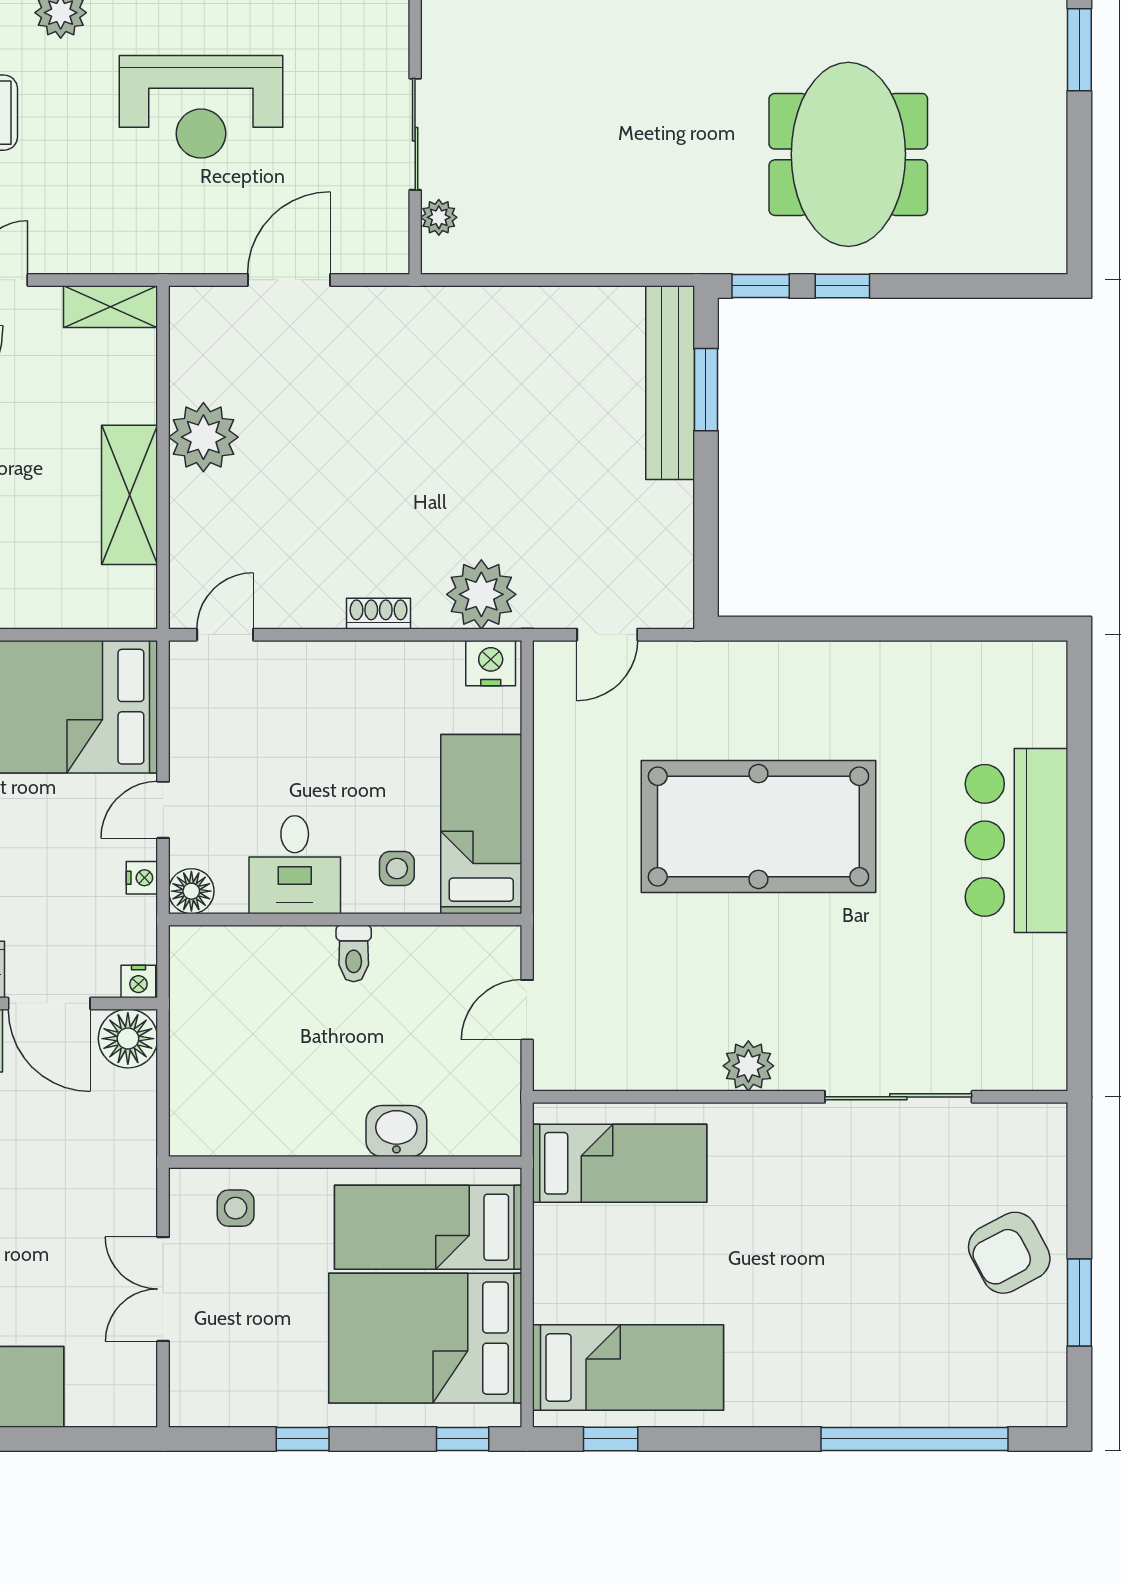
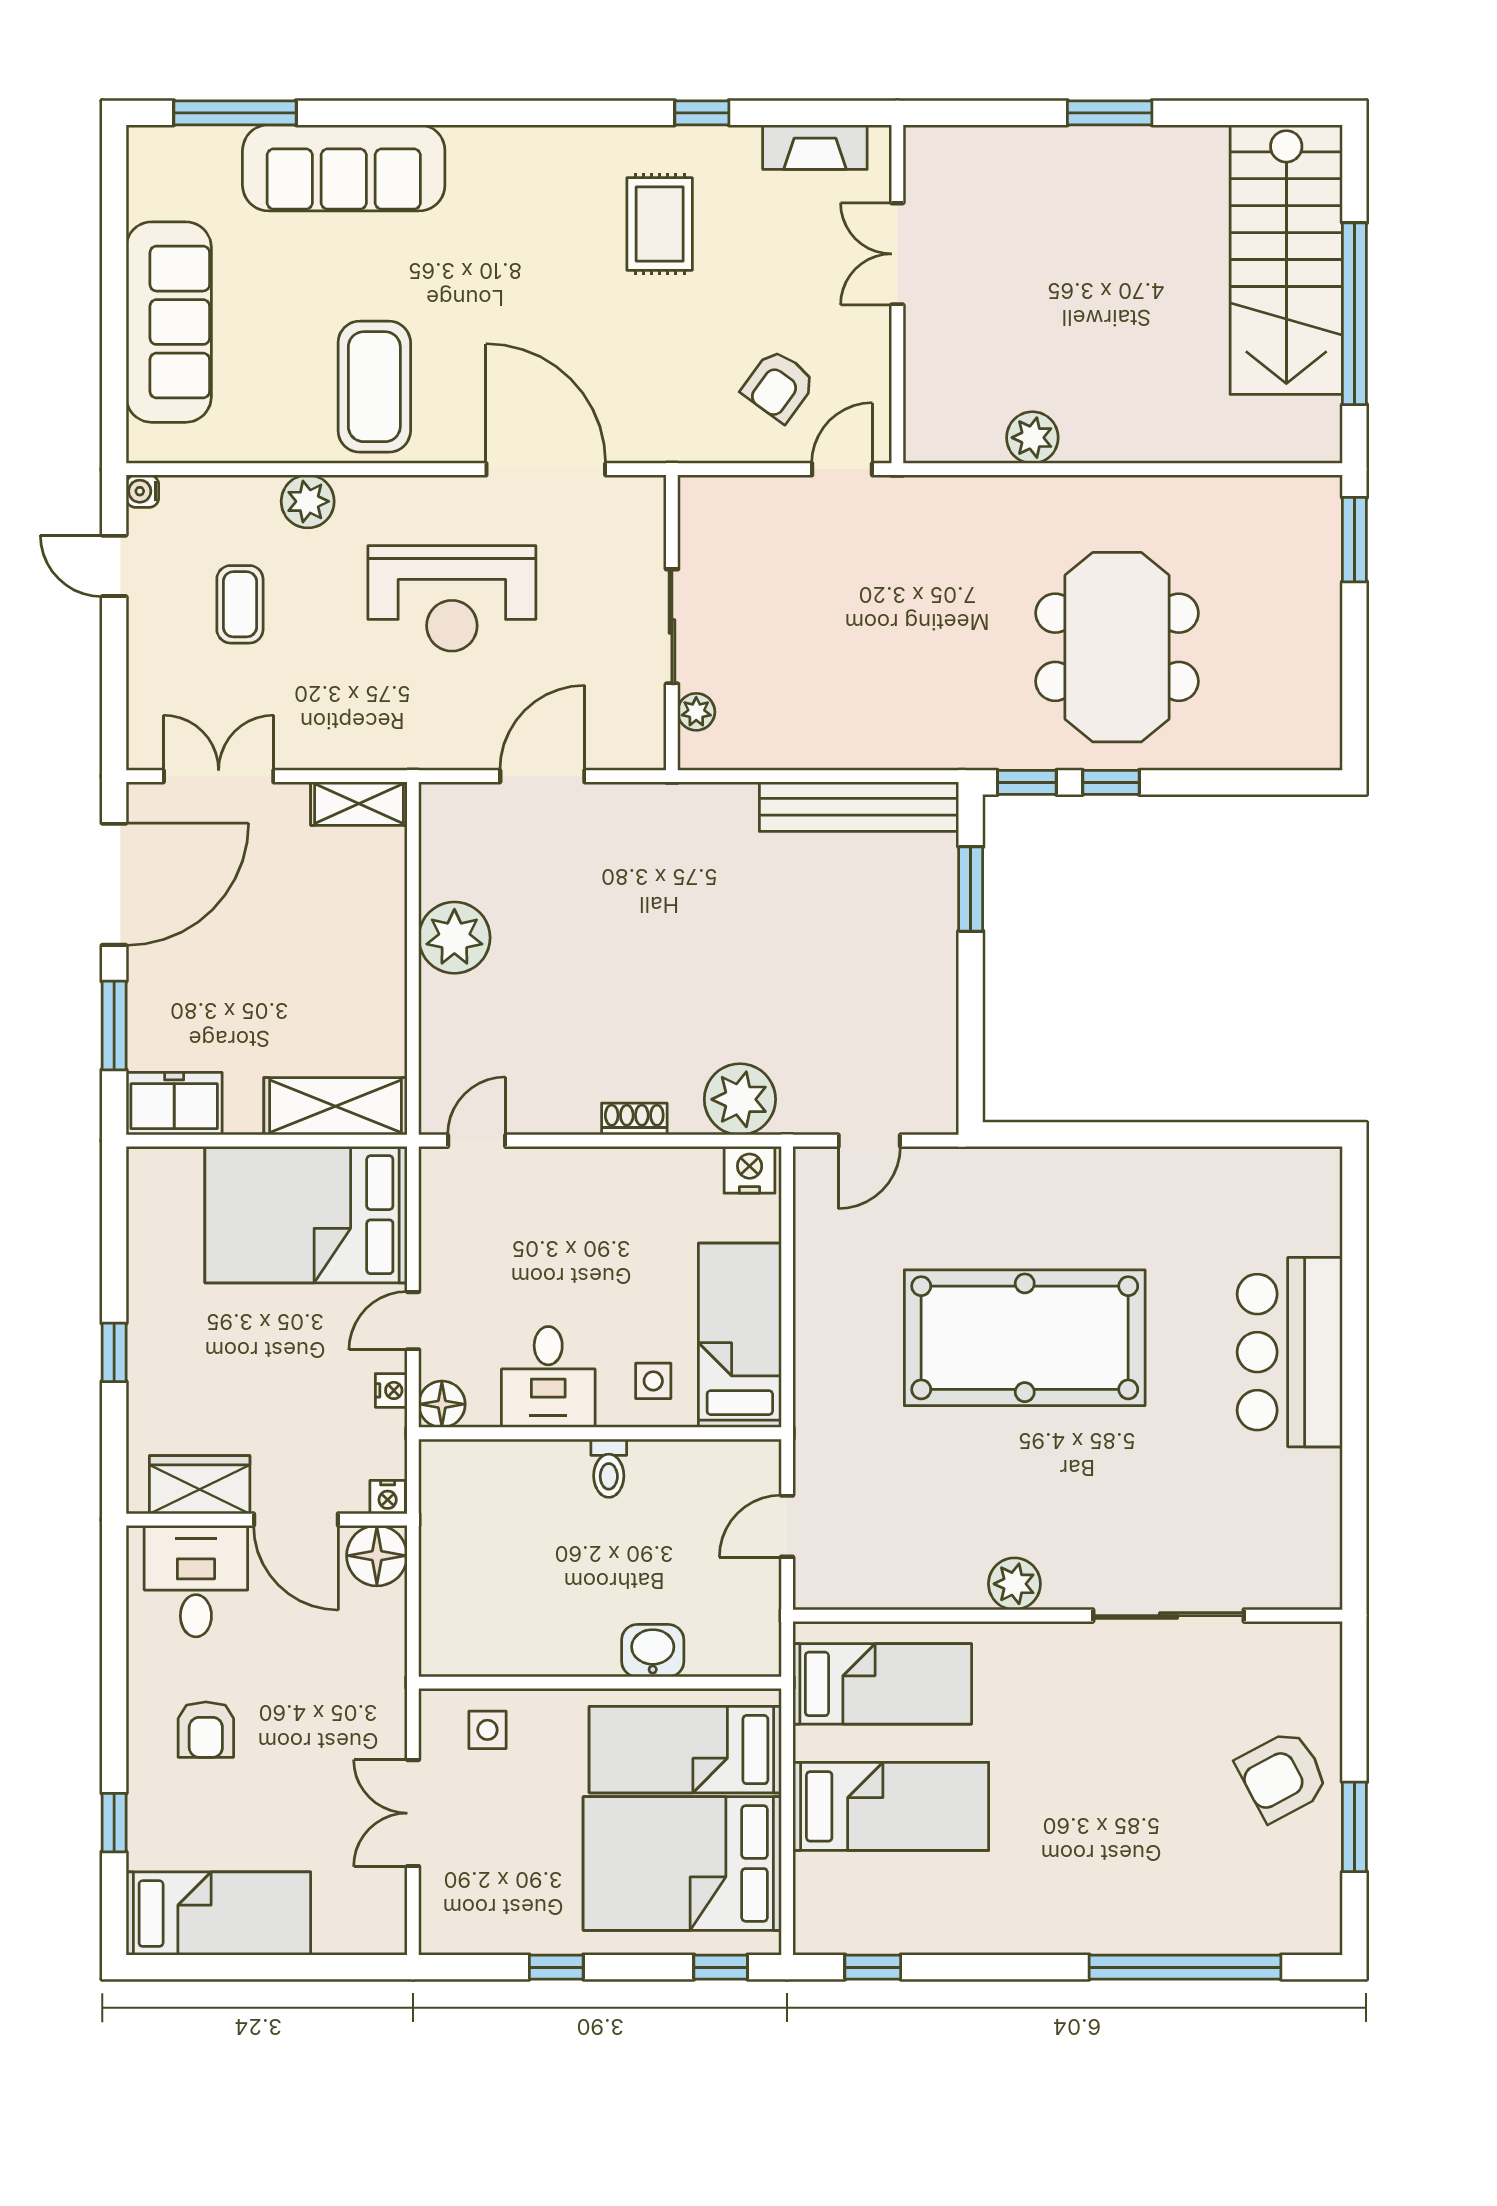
bench: (670, 383) -> (859, 807), moved, turned 90
shelving: (130, 495) -> (335, 1106), moved, turned 90
bed: (628, 1368) -> (891, 1806), moved

